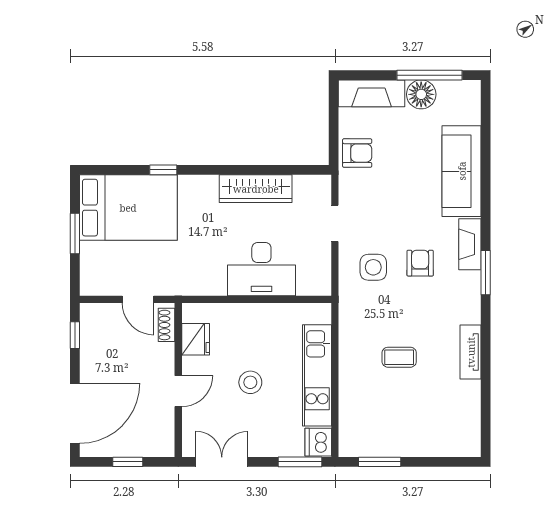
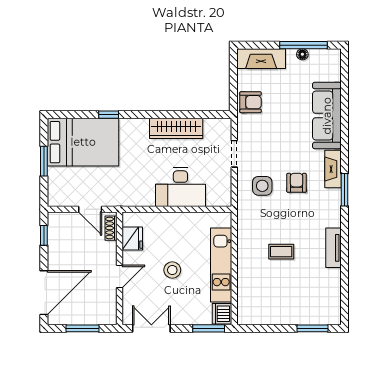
floor lamp: (421, 94) -> (302, 54), width x0.53, depth x0.53
window: (128, 462) -> (83, 328), width x1.50
window: (380, 462) -> (312, 328), moved

